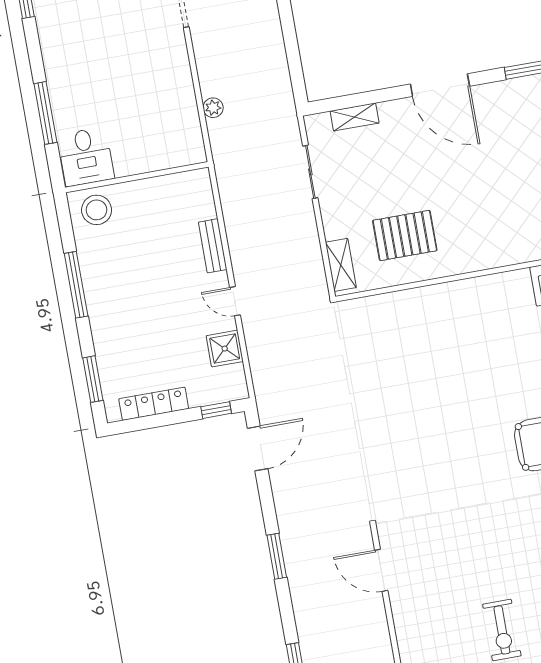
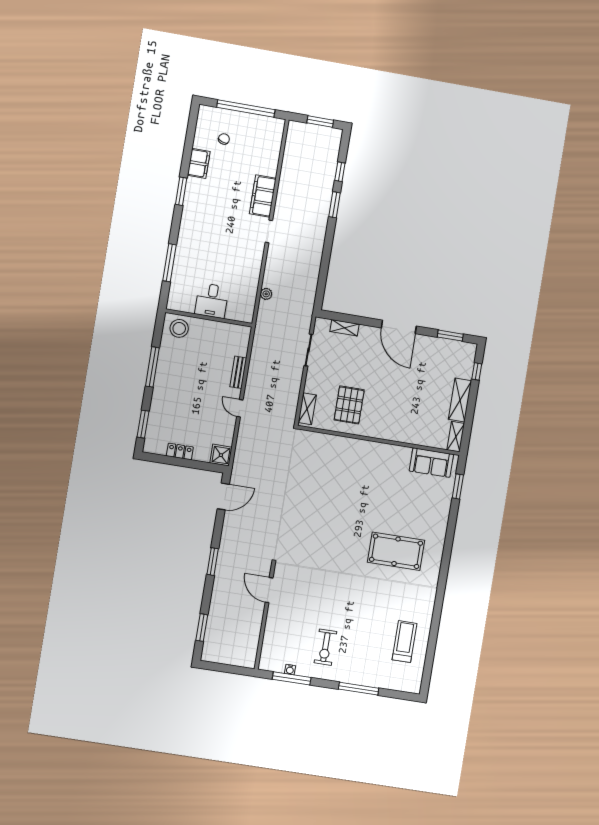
desk: (86, 157) -> (212, 301), moved
pallet: (405, 235) -> (349, 405), turned 90
shower: (225, 349) -> (221, 455), moved
locker: (154, 404) -> (180, 451), width x0.66
window: (216, 410) -> (207, 466), removed

